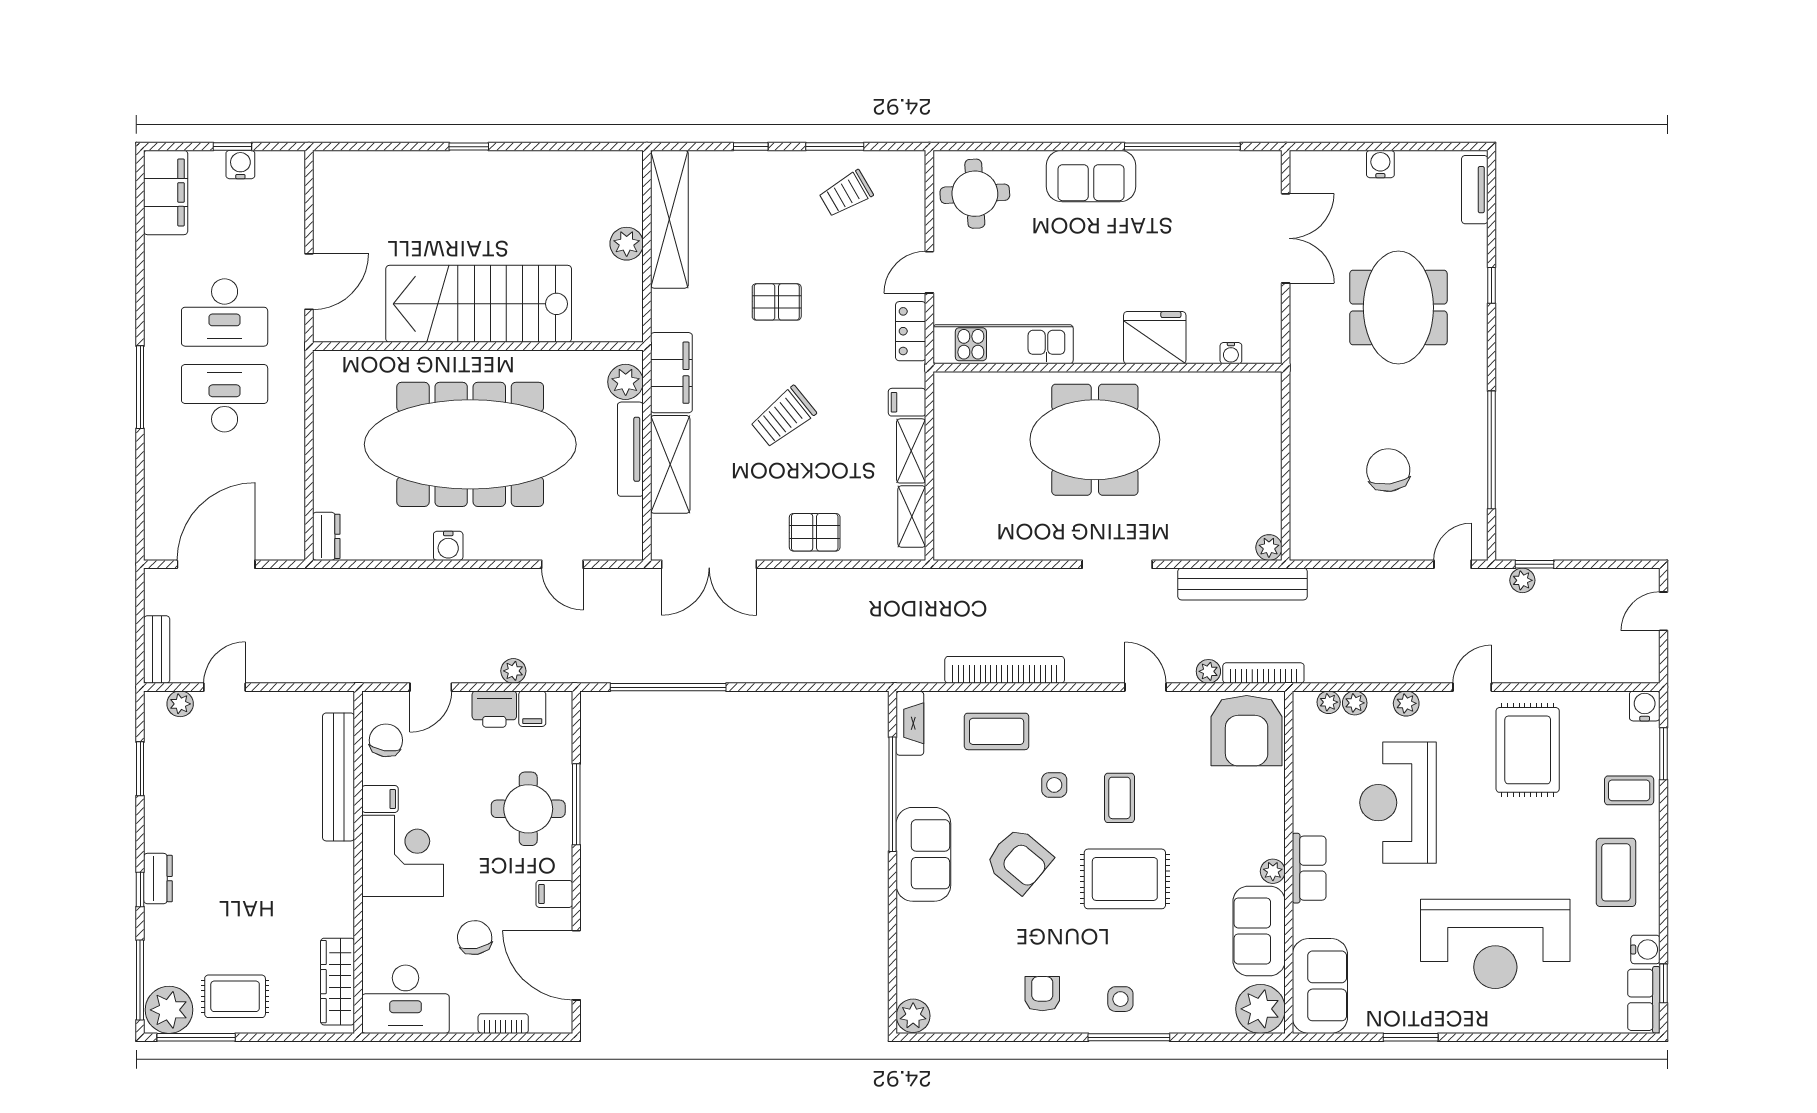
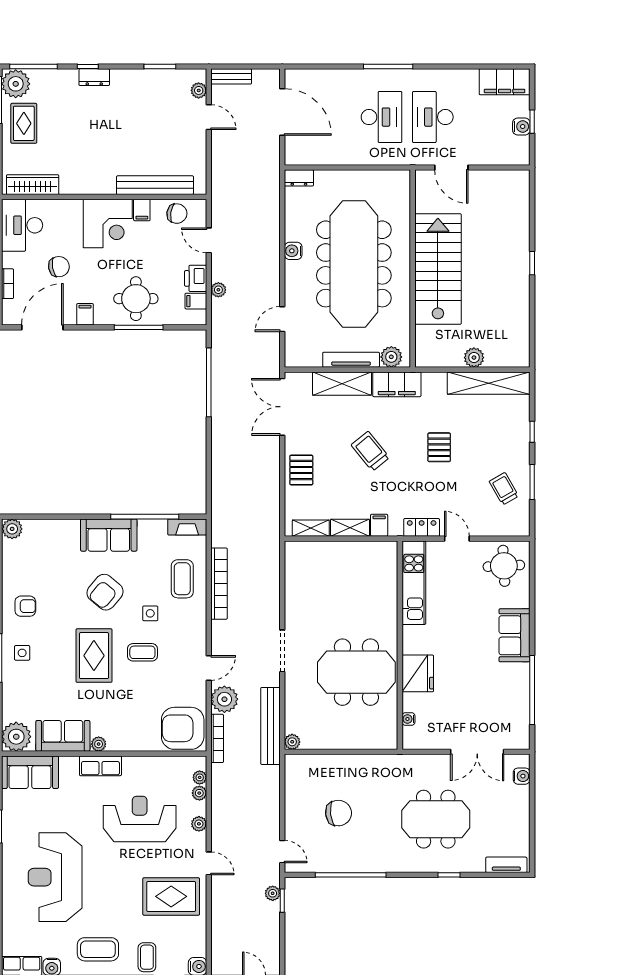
water cooler: (1380, 164) -> (522, 776), moved
meeting table: (1095, 440) -> (356, 672), moved, turned 90
plant: (1208, 671) -> (224, 699), width x1.88, depth x1.88

